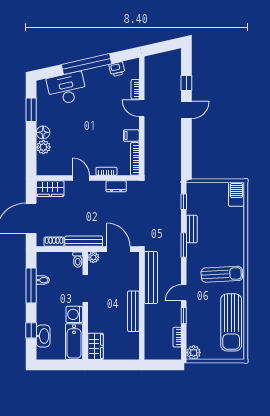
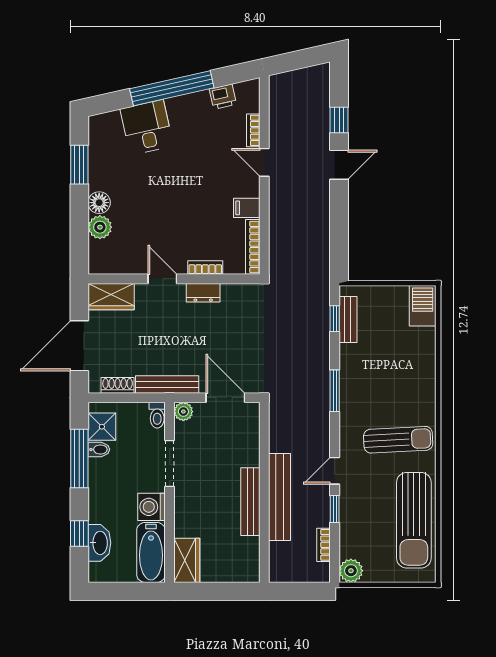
desk: (67, 89) -> (147, 127), width x0.73
dresser: (116, 186) -> (203, 293), moved
bench: (192, 229) -> (348, 320), moved
shower: (45, 266) -> (102, 427), added
bench: (151, 277) -> (279, 497), moved

